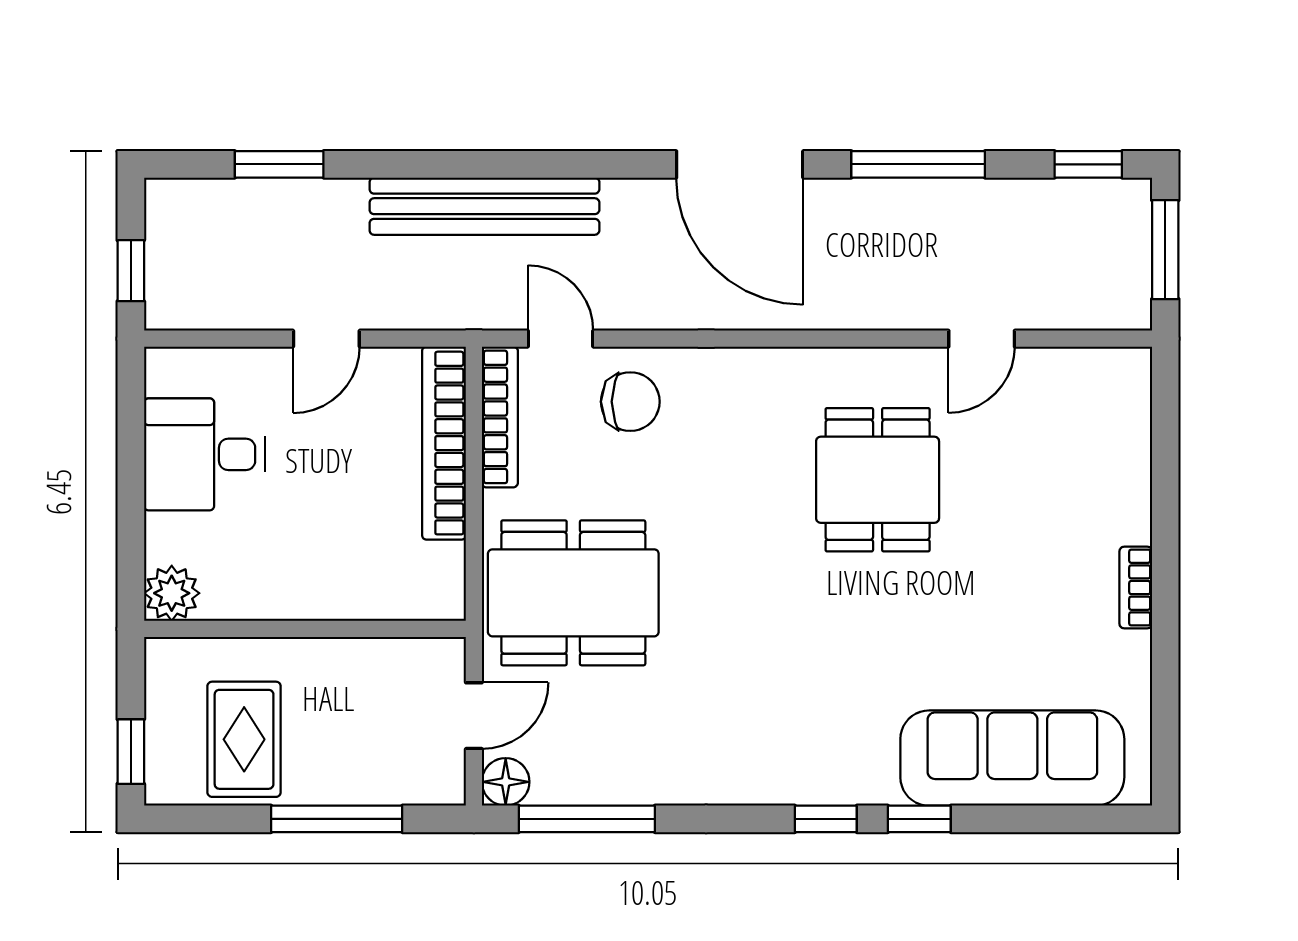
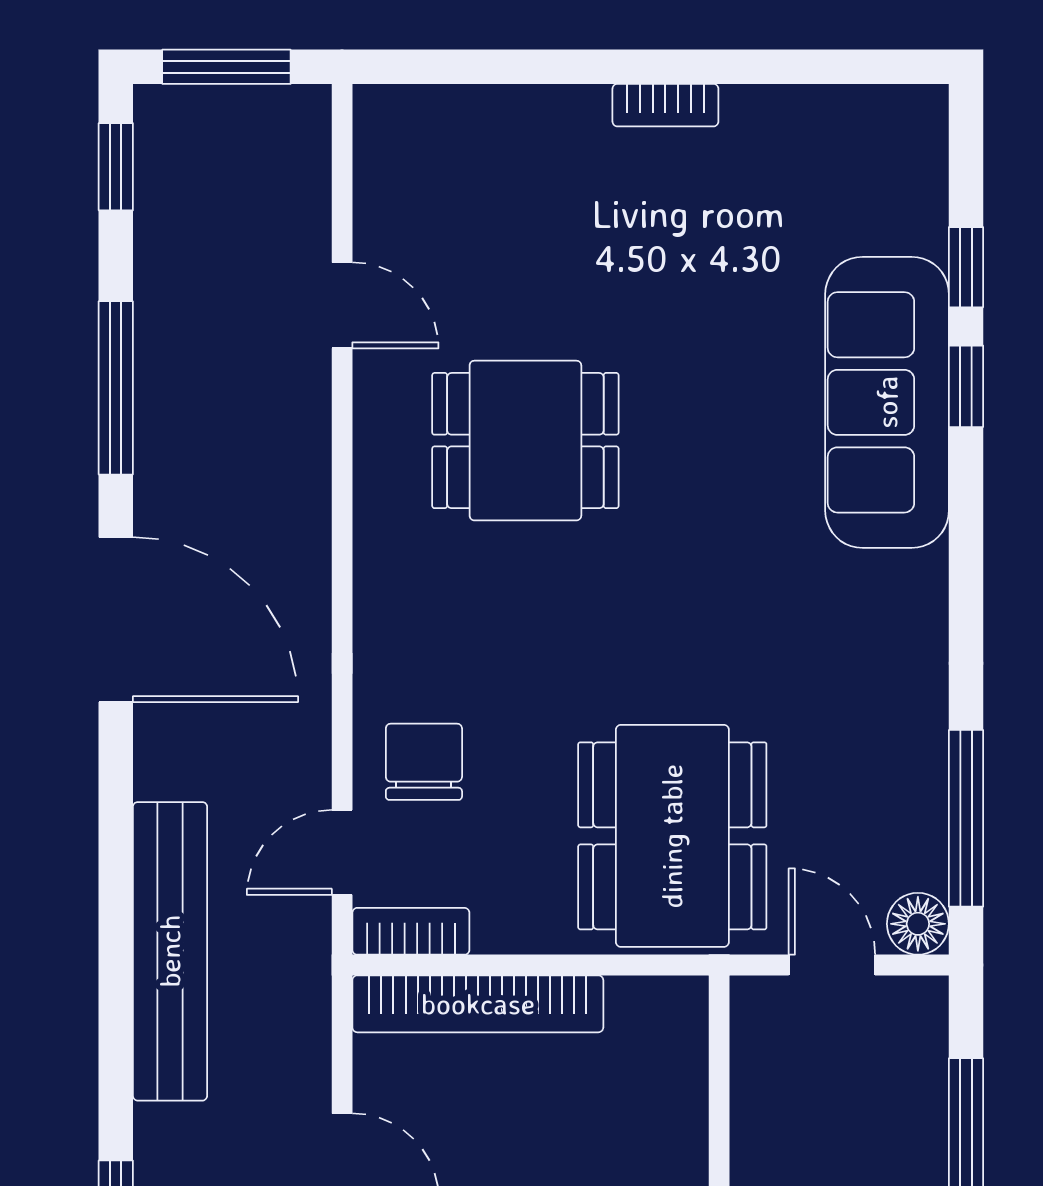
door: (740, 164) -> (116, 620), hinge flipped
bookcase: (500, 417) -> (411, 931), width x0.64
sofa: (1012, 758) -> (887, 402), moved
window: (826, 819) -> (966, 267), moved

